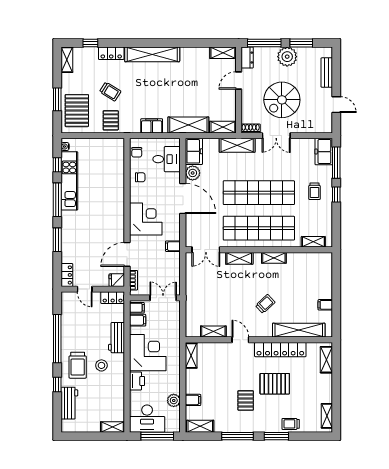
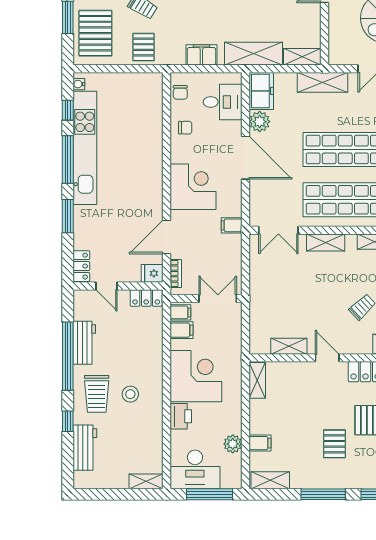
shoe rack: (251, 128) -> (342, 59), removed
kitchen unit: (69, 181) -> (85, 148), width x1.36
workbench: (117, 338) -> (84, 343), moved, turned 180

